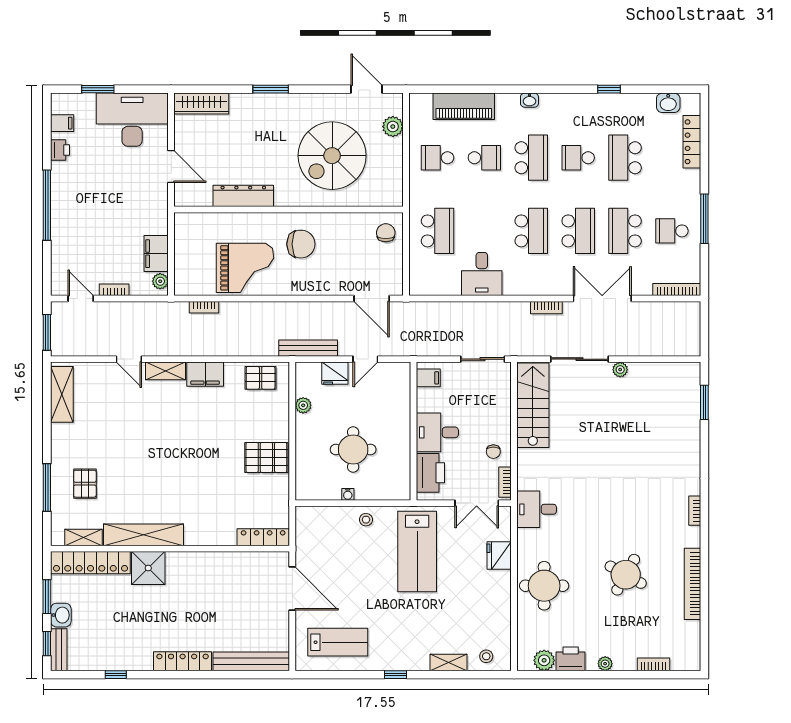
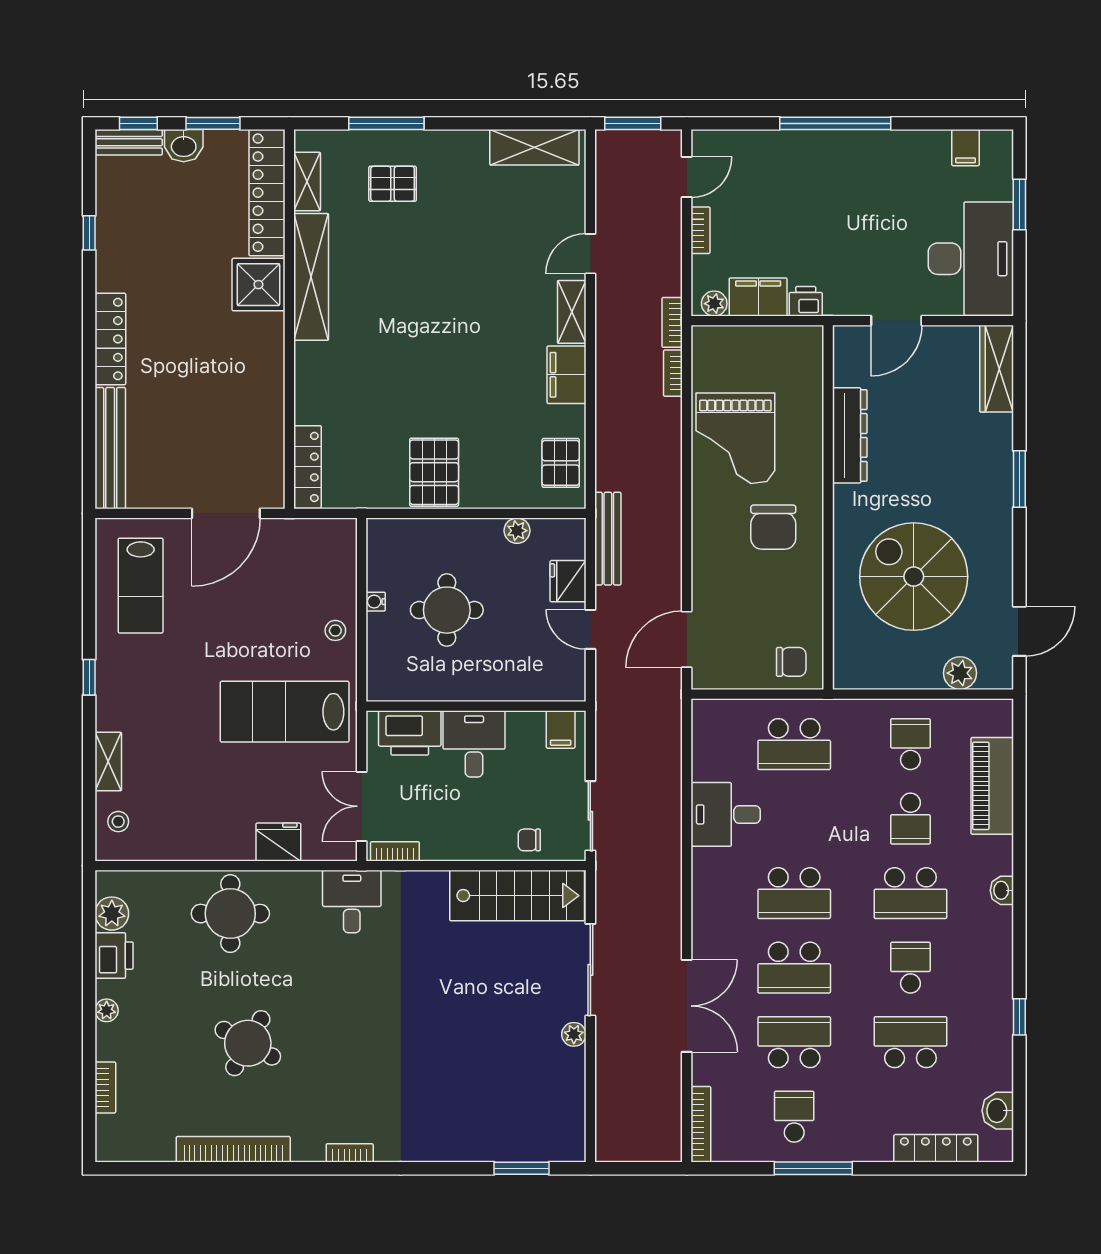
printer: (60, 150) -> (806, 301), moved, turned 180
bookcase: (546, 308) -> (672, 322), moved
chair: (493, 452) -> (529, 840), moved

